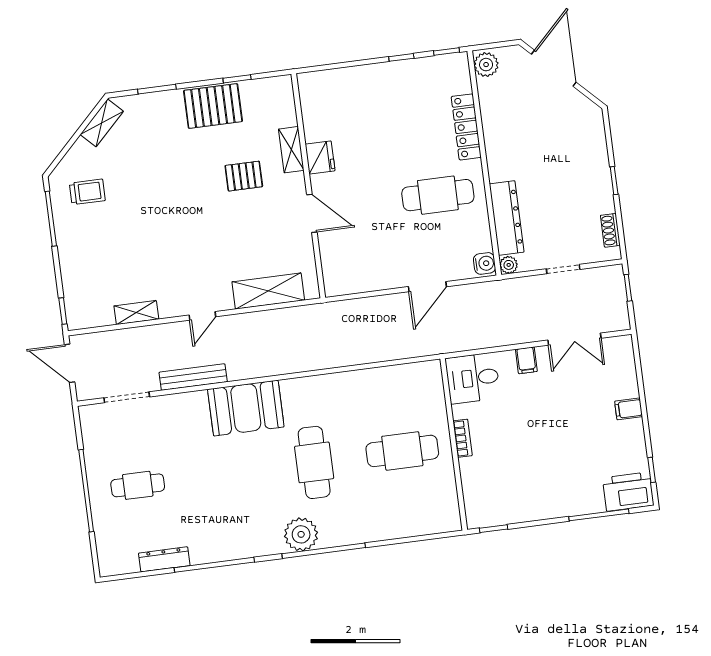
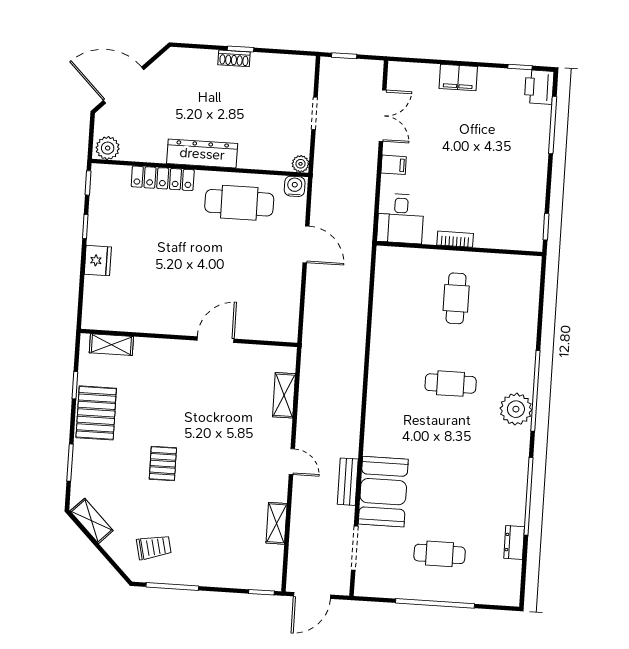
shelving: (291, 150) -> (111, 345), moved
fridge: (320, 157) -> (98, 261), moved, turned 90
pallet: (244, 176) -> (163, 464), moved
trolley: (87, 192) -> (154, 547), turned 77
cafe table: (438, 195) -> (239, 203), moved, turned 90
dresser: (507, 218) -> (202, 154), moved
shoe rack: (610, 230) -> (234, 58), moved
shelving: (268, 291) -> (284, 395), width x0.67, depth x0.75
bench: (193, 377) -> (348, 482), width x0.73
booth: (246, 408) -> (383, 492), moved
filing cabinet: (629, 409) -> (458, 78), width x2.00
cafe table: (402, 451) -> (456, 298), width x0.73, depth x0.74
cafe table: (314, 462) -> (451, 384), width x0.73, depth x0.74
cafe table: (138, 485) -> (440, 554), turned 90
printer: (628, 492) -> (539, 87), width x0.73, depth x0.84
dresser: (164, 559) -> (514, 542), width x0.70

